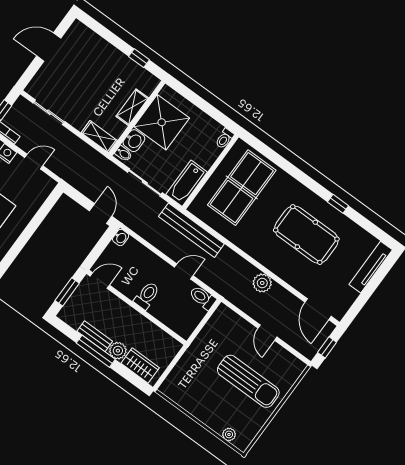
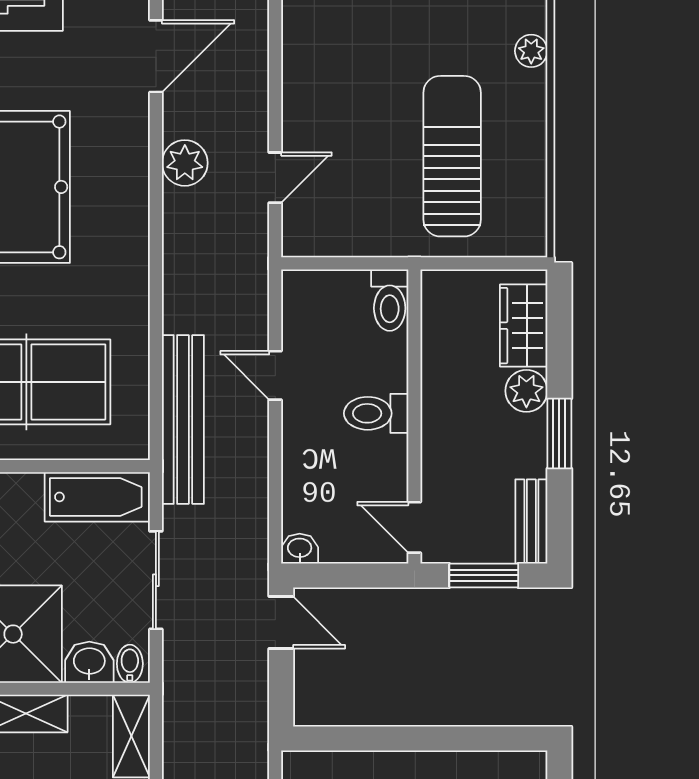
door: (101, 214) -> (281, 622), swing flipped
plant: (262, 283) -> (185, 163), moved
toilet: (203, 298) -> (390, 300), moved
door: (267, 333) -> (275, 178), moved
bench: (95, 336) -> (531, 521), moved
window: (96, 351) -> (559, 434), width x0.69
sun lounger: (248, 381) -> (452, 156), moved

